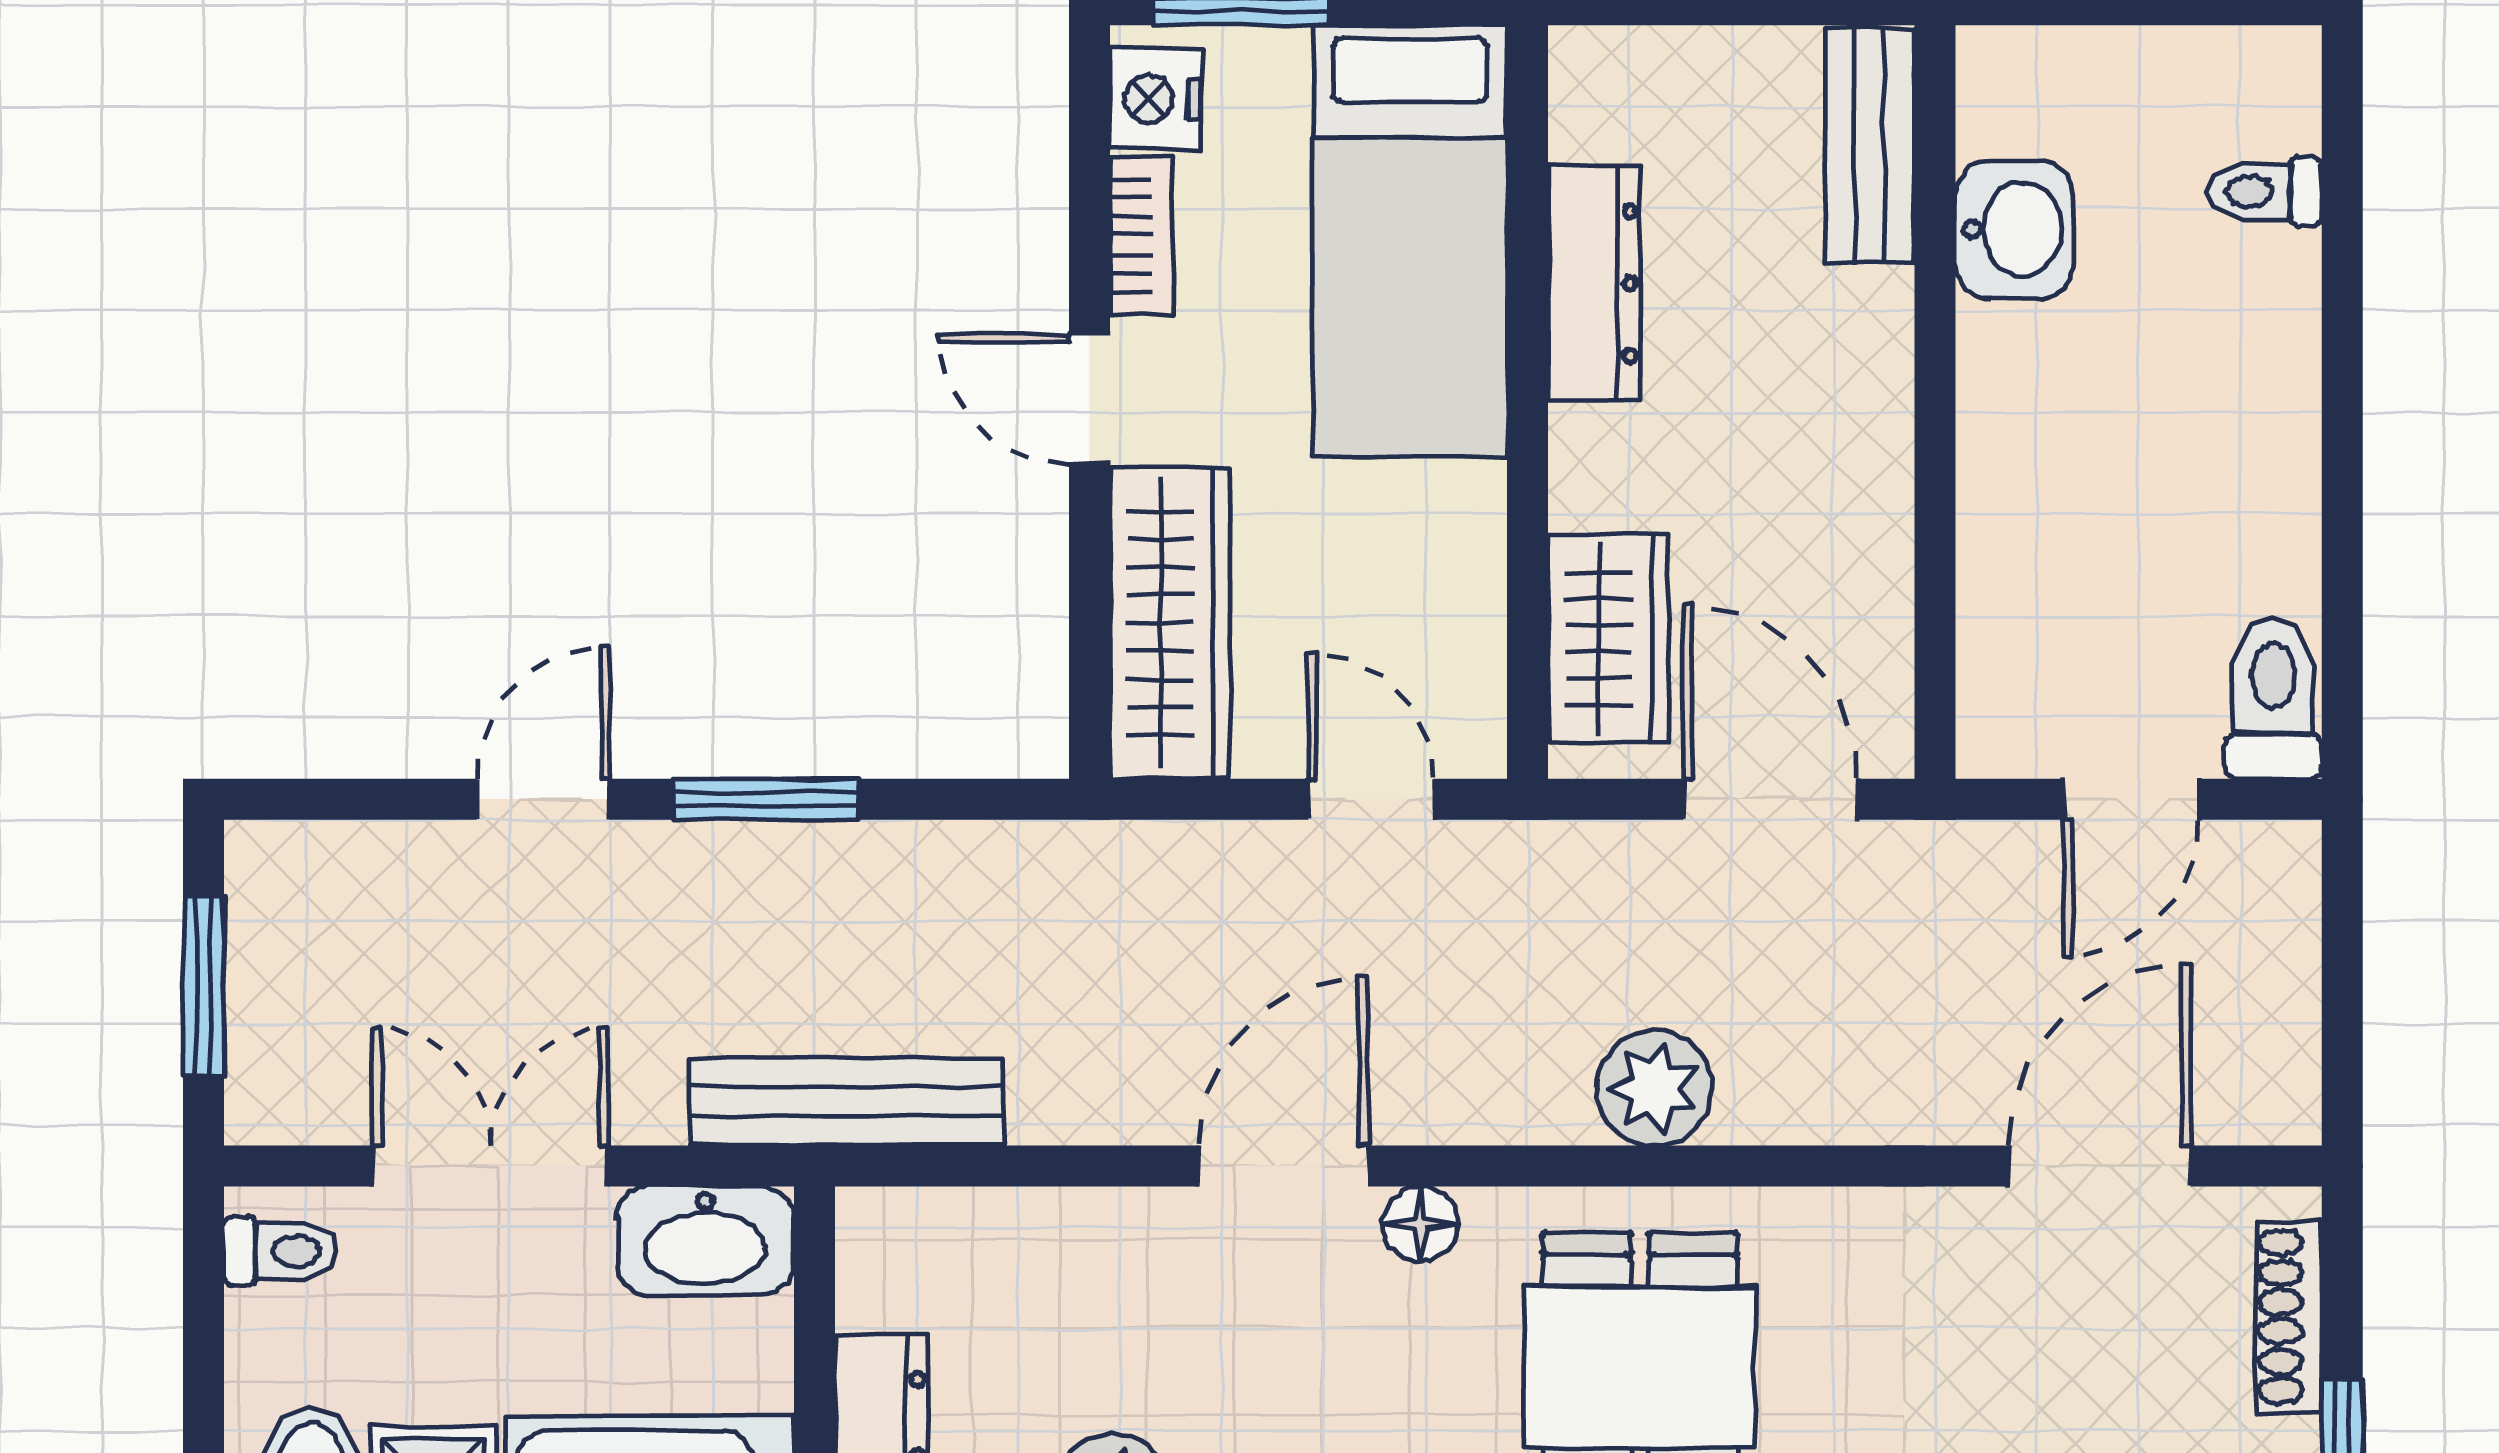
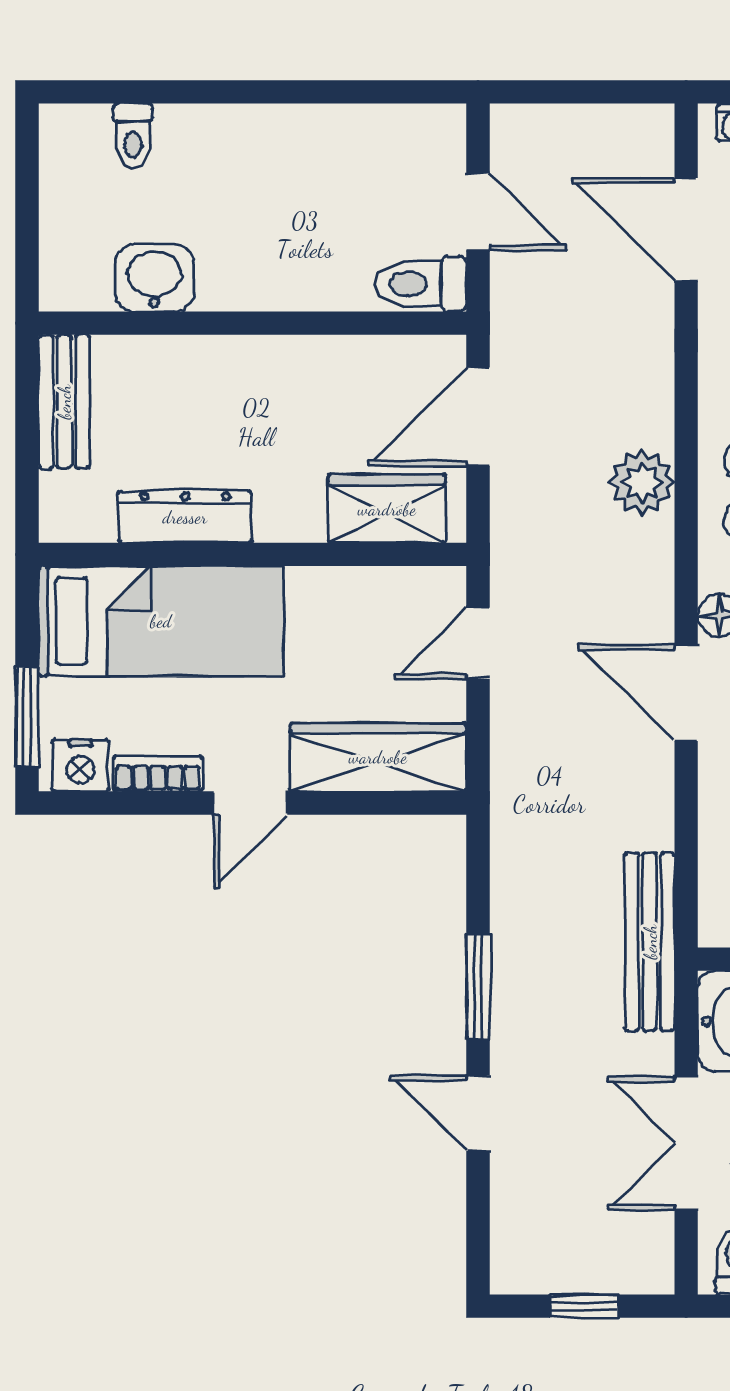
bench: (1870, 146) -> (64, 402), moved, turned 90
toilet: (2273, 698) -> (421, 284), moved
window: (203, 986) -> (584, 1306), width x0.67

